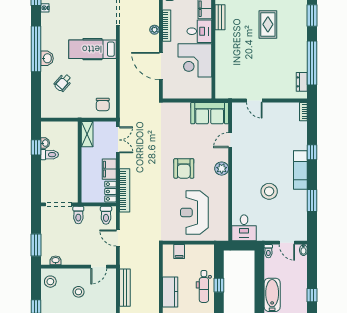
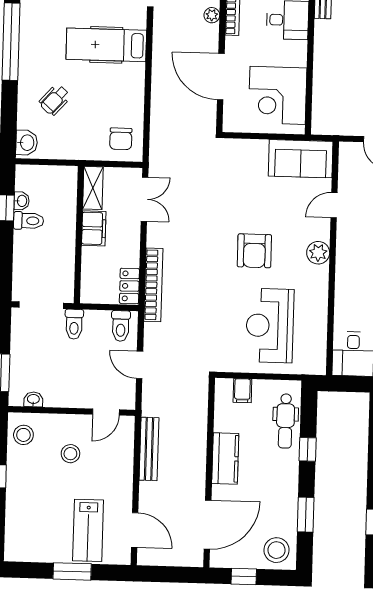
washbasin: (47, 58) -> (27, 143), moved
corner desk: (195, 60) -> (278, 95), moved
filing cabinet: (109, 169) -> (94, 228), moved, turned 180
dental chair: (204, 286) -> (285, 421), moved

